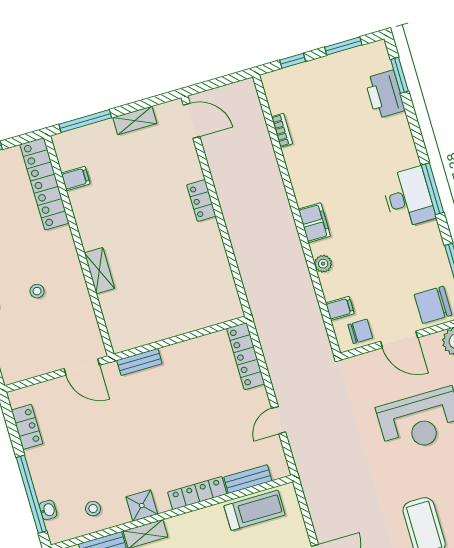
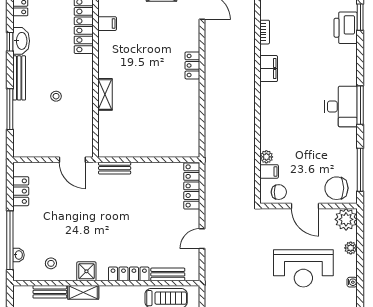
filing cabinet: (314, 223) -> (269, 69), moved
plant: (323, 264) -> (266, 157), moved

